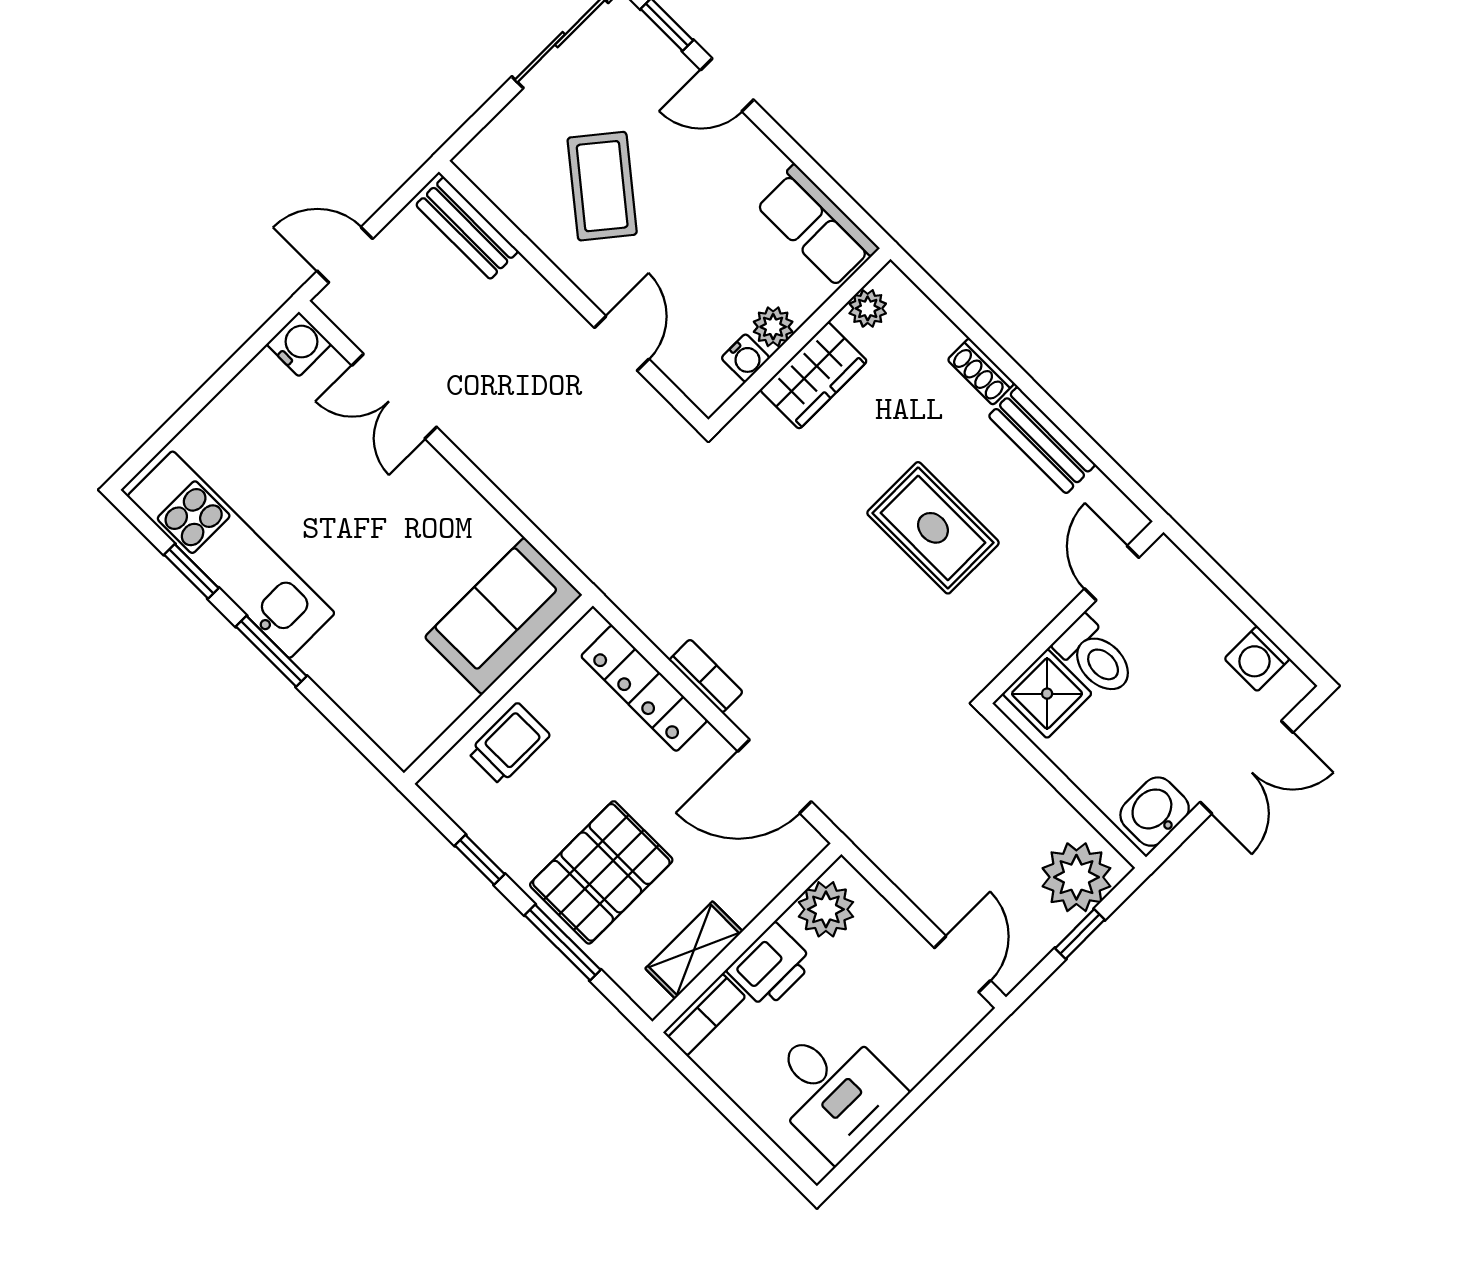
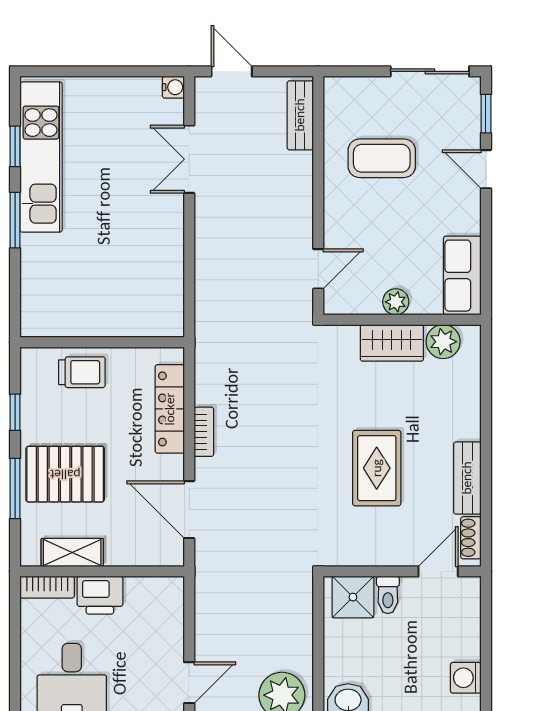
coffee table: (602, 186) -> (382, 158), turned 51
plant: (868, 308) -> (443, 342), width x1.38, depth x1.38
door: (622, 343) -> (318, 269), moved
water cooler: (299, 344) -> (173, 87), width x0.72, depth x0.72
water cooler: (745, 358) -> (369, 303), removed
shoe rack: (981, 372) -> (471, 538), moved
sofa: (503, 616) -> (138, 311), removed
toilet: (1095, 657) -> (388, 595), width x0.73, depth x0.72
plant: (826, 909) -> (152, 595), removed

